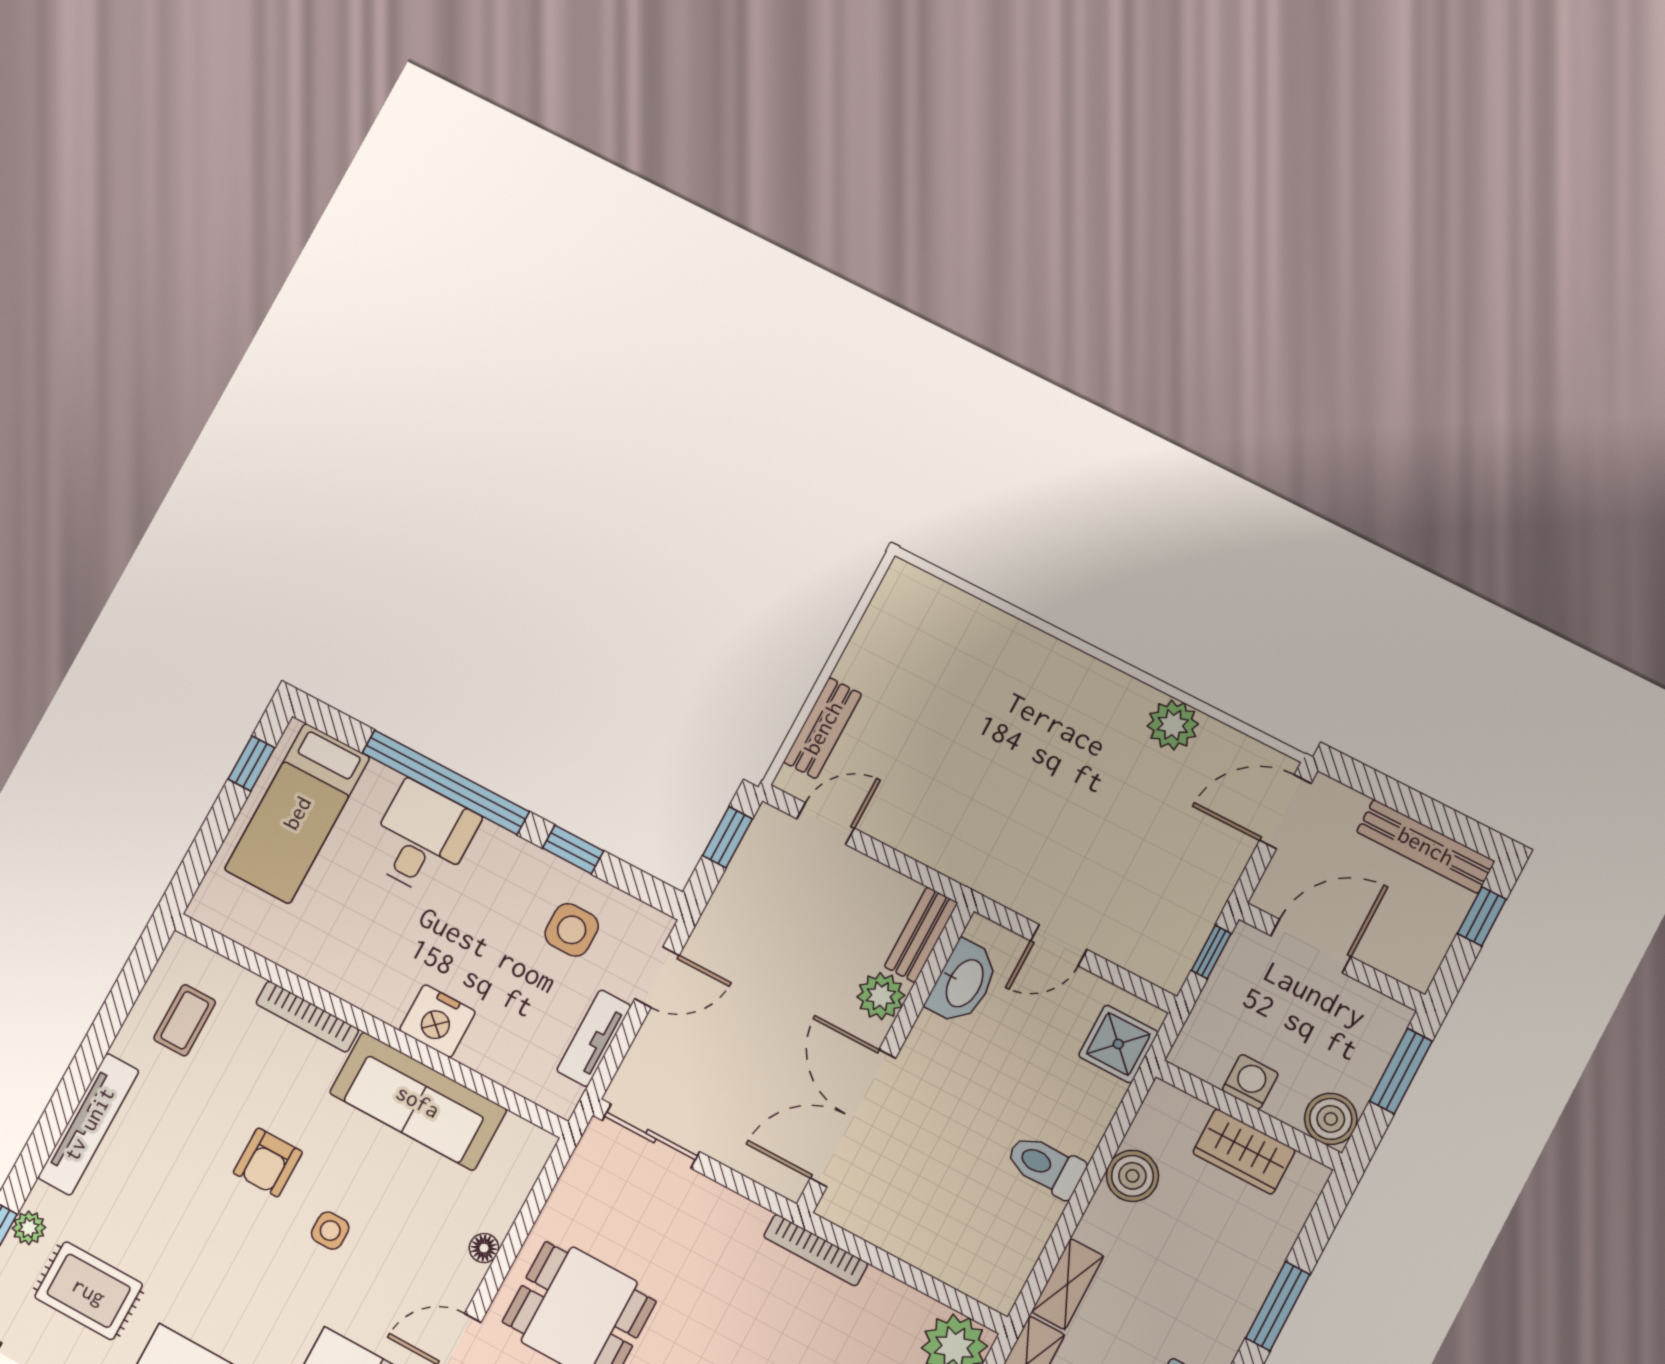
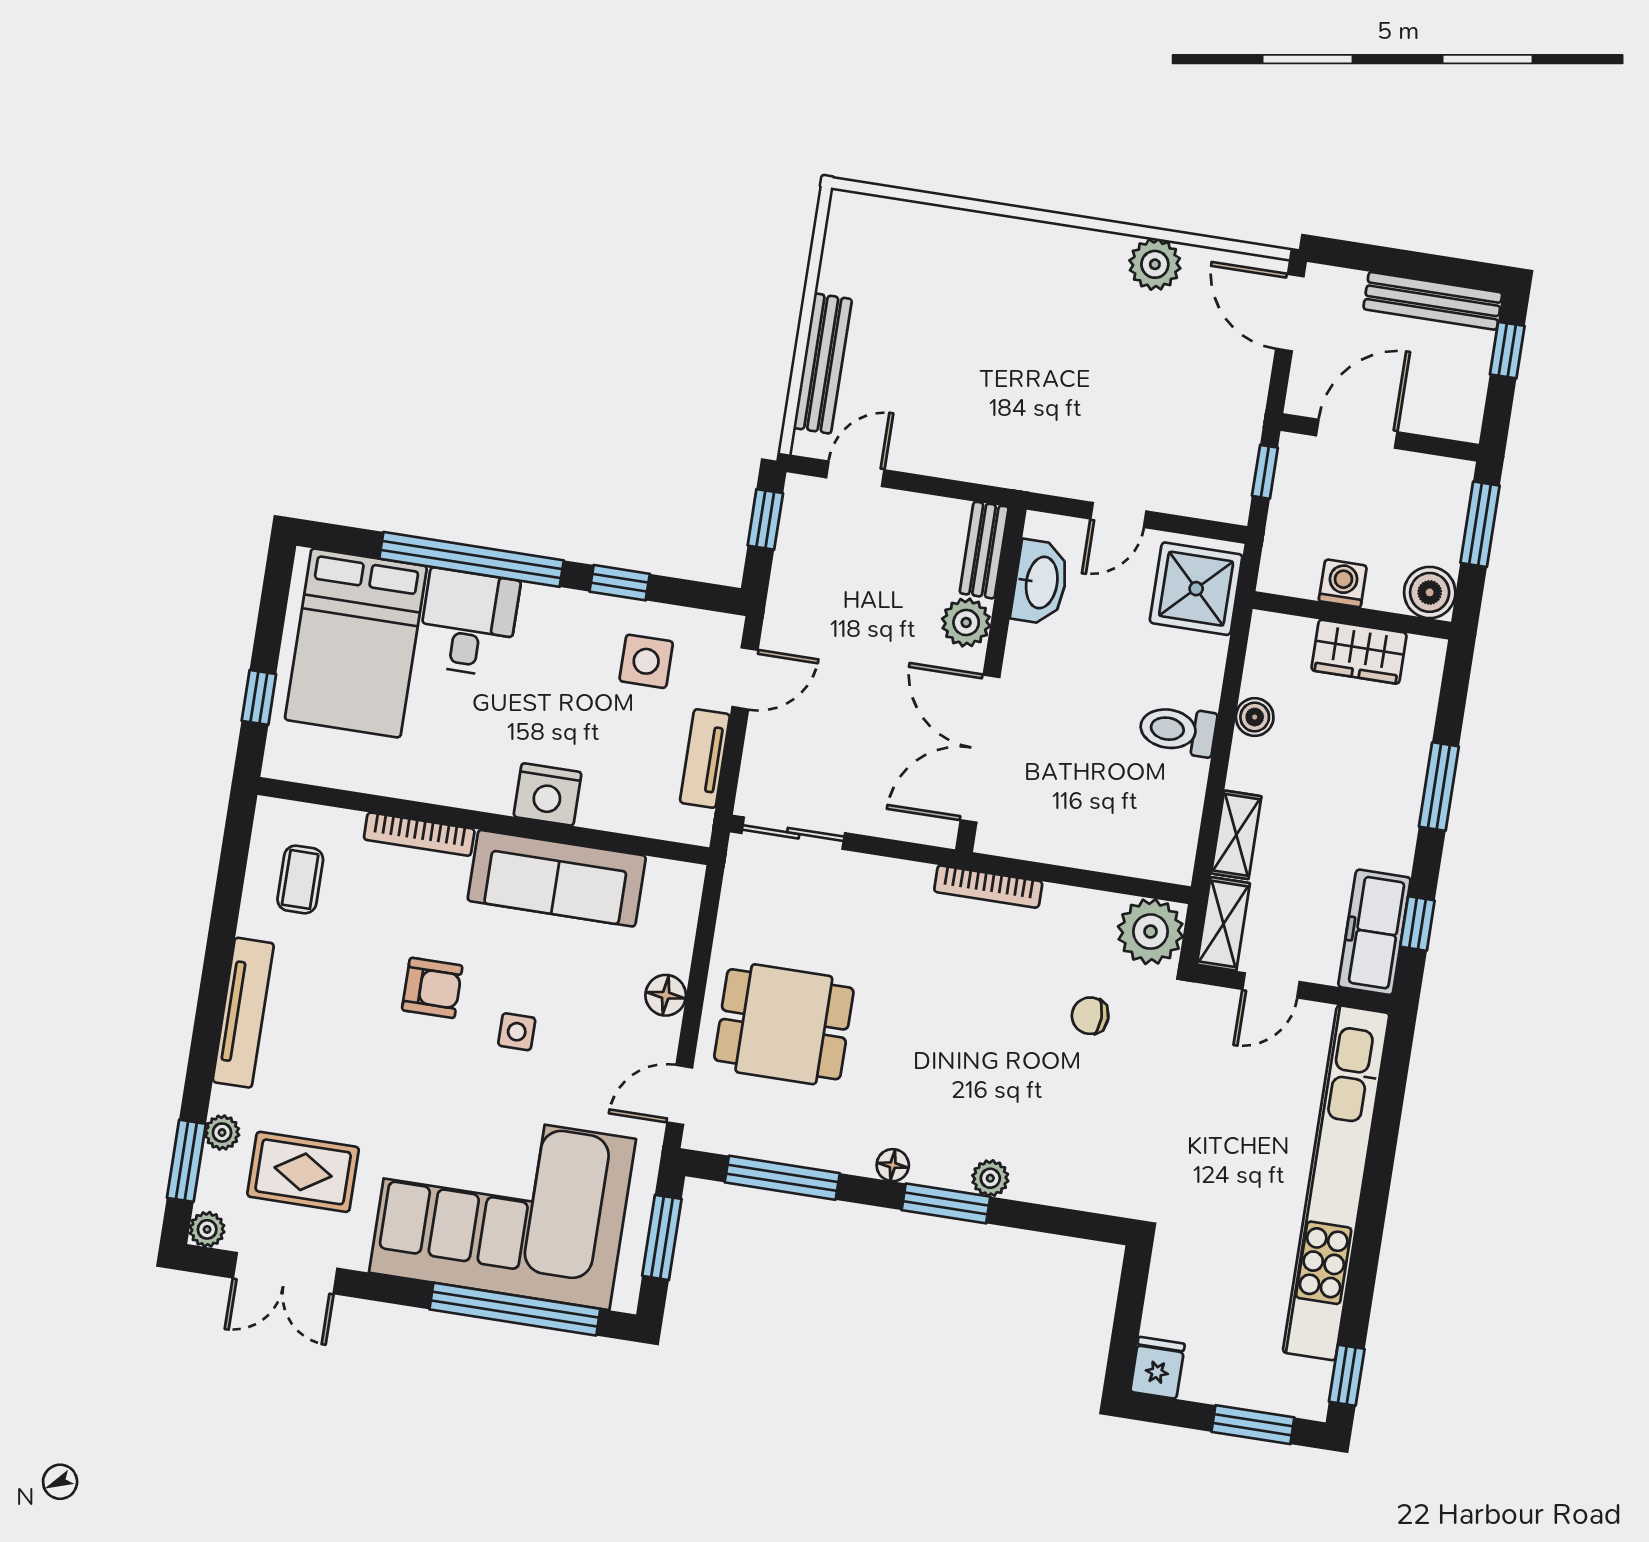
bench: (823, 728) -> (823, 363), width x1.36
window: (251, 763) -> (259, 697), moved
door: (1285, 812) -> (1290, 313), hinge flipped
bed: (297, 813) -> (356, 643), width x1.50
shower: (1118, 1044) -> (1196, 589), width x1.36, depth x1.36
armchair: (268, 1162) -> (432, 988), turned -90
boiler: (1132, 1176) -> (1255, 717), width x0.73, depth x0.73
floor lamp: (484, 1248) -> (666, 995), width x1.37, depth x1.37

